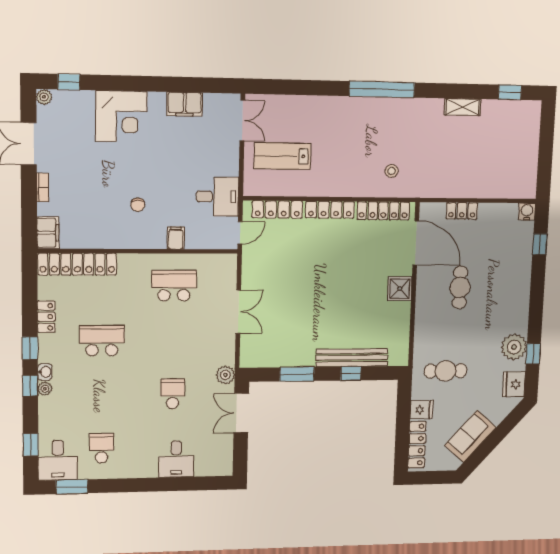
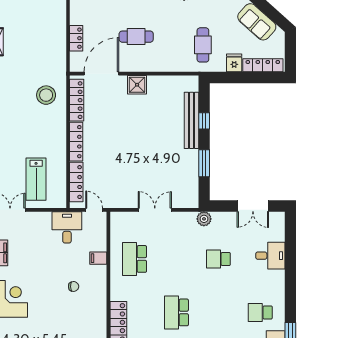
stool: (391, 171) -> (46, 95), width x1.89, depth x1.89
double door: (241, 413) -> (253, 206), moved

